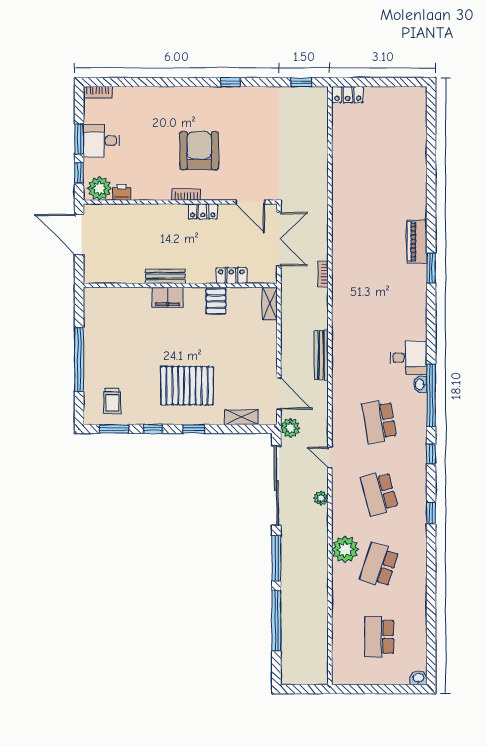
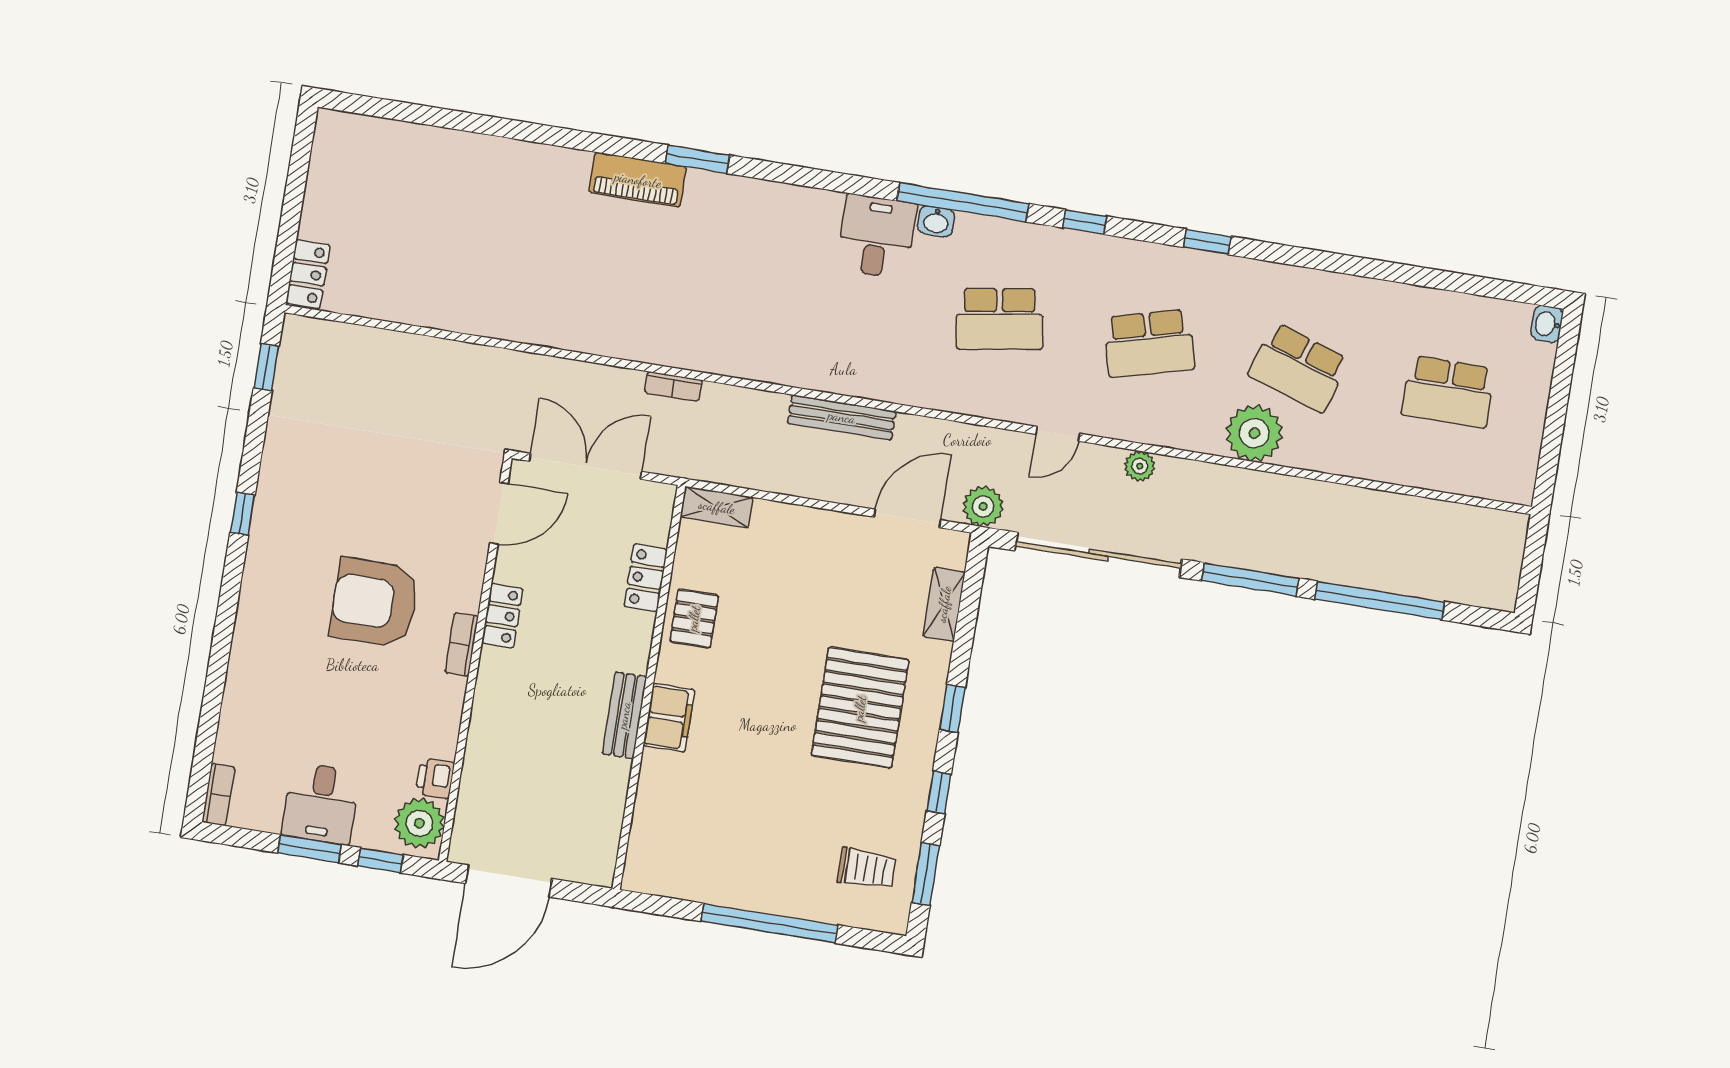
pallet: (216, 301) -> (694, 618), turned 90

